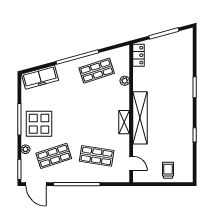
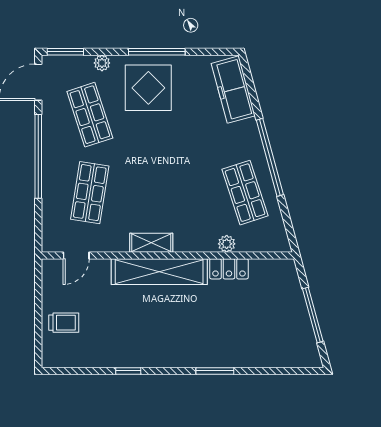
locker: (138, 55) -> (229, 269), moved

